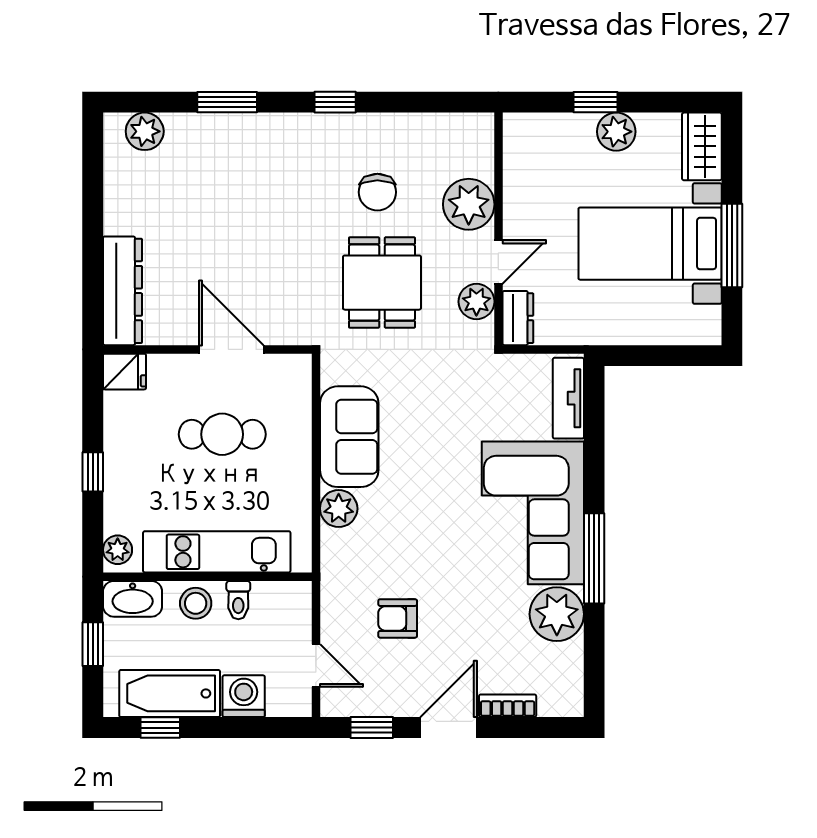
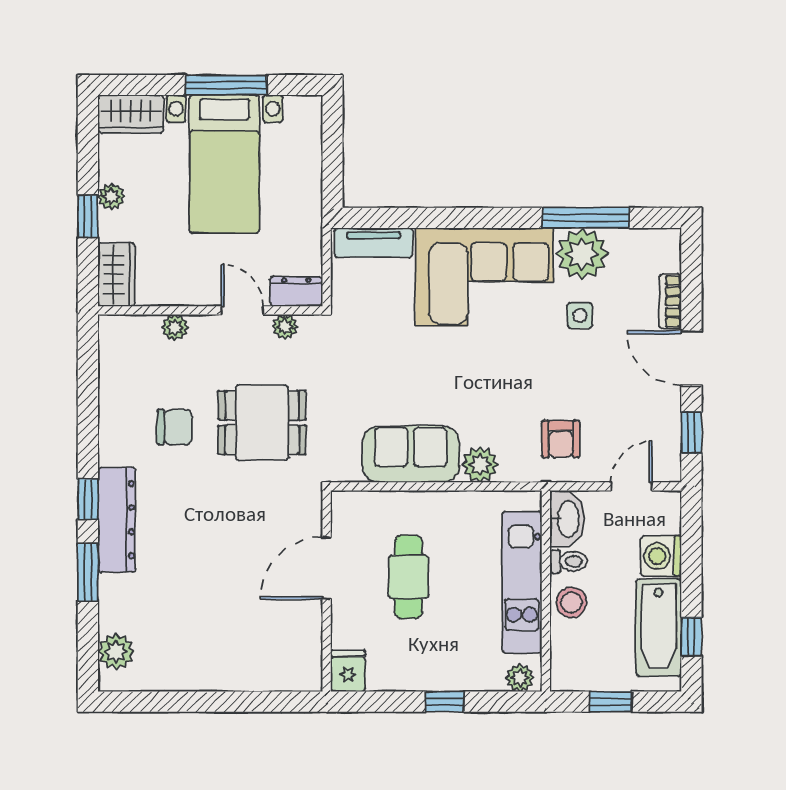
window: (335, 102) -> (88, 499), moved
wardrobe: (535, 132) -> (116, 275), added
plant: (616, 132) -> (111, 197), width x0.73, depth x0.73
plant: (469, 204) -> (175, 327), width x0.53, depth x0.53
dresser: (123, 291) -> (117, 520), moved, turned 90
plant: (476, 302) -> (285, 327), width x0.73, depth x0.73
window: (594, 558) -> (586, 218), moved
washbasin: (133, 599) -> (567, 519), moved
side table: (493, 612) -> (580, 315), added
armchair: (398, 618) -> (561, 439), moved

